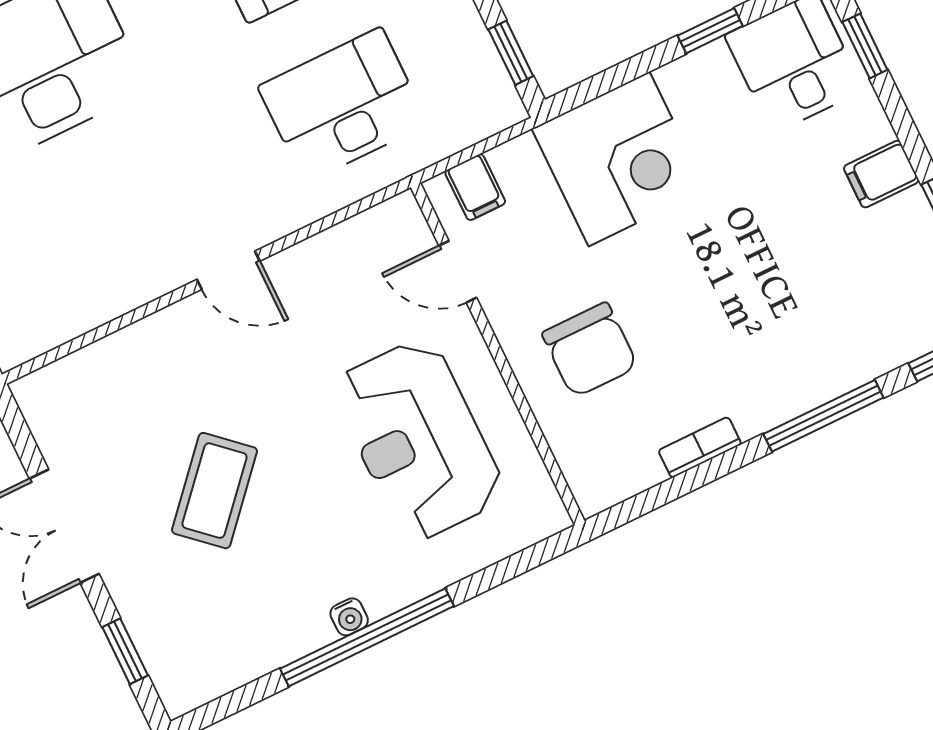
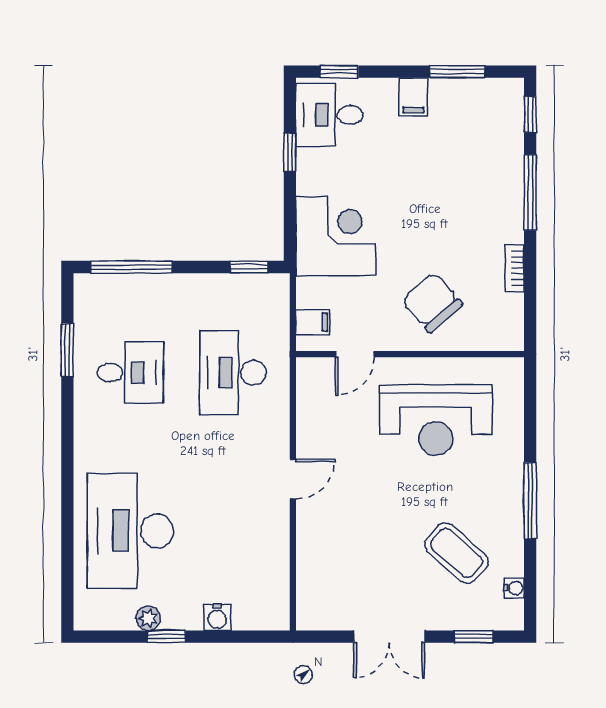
chair: (590, 350) -> (432, 303), turned -131
coffee table: (214, 491) -> (456, 553), moved
water cooler: (349, 617) -> (514, 588), moved
window: (367, 637) -> (530, 501), width x0.68

